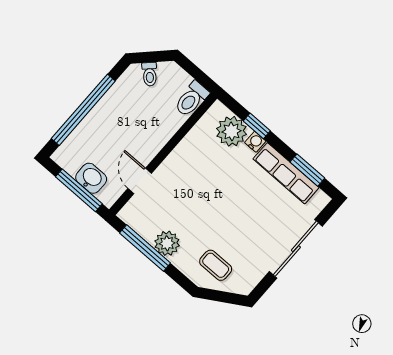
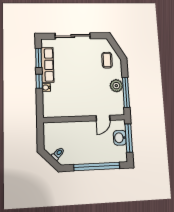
toilet: (192, 99) -> (52, 128), removed
window: (257, 126) -> (39, 81), moved
plant: (231, 131) -> (51, 100), removed

